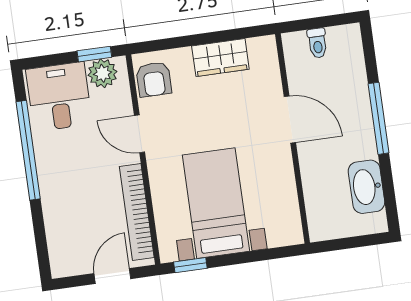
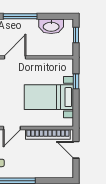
window: (355, 242) -> (76, 35), added
window: (190, 265) -> (76, 81), moved

